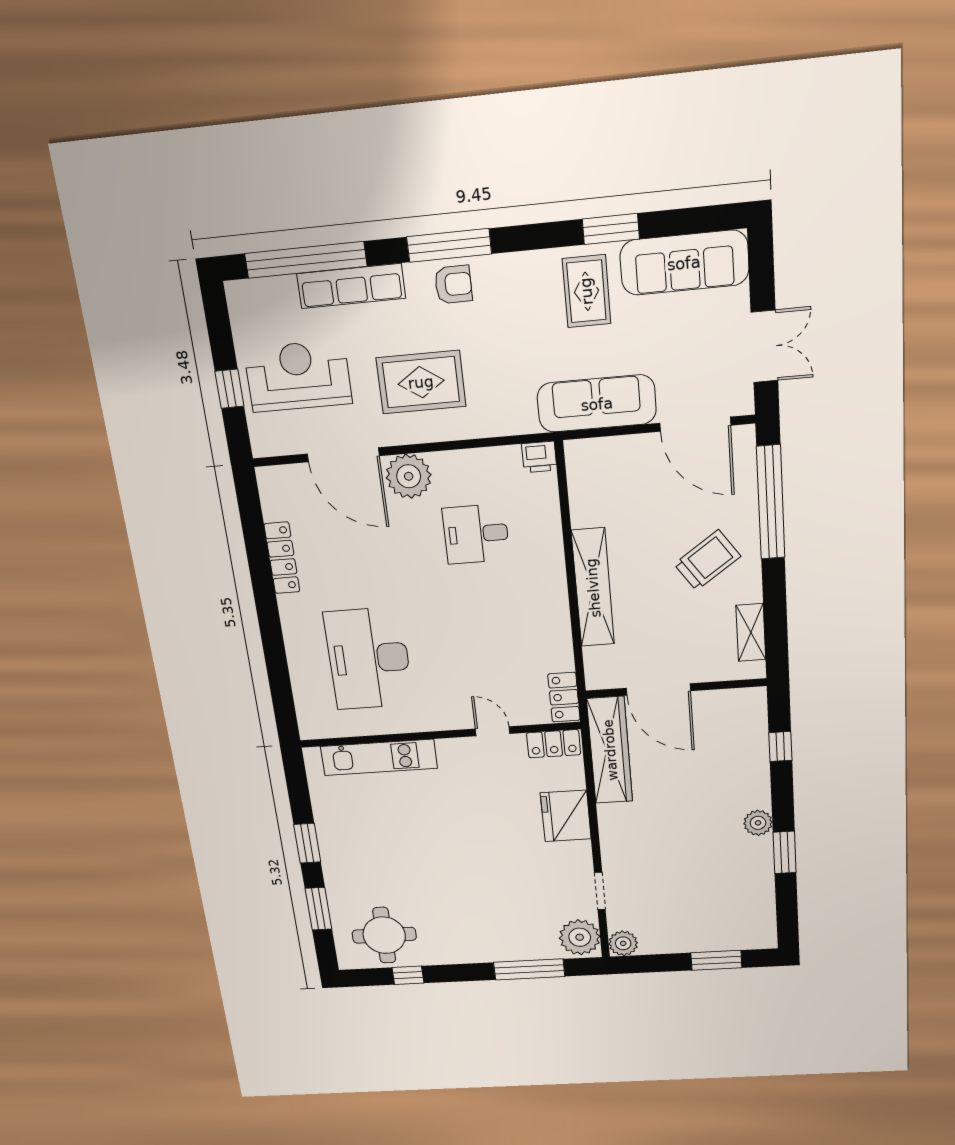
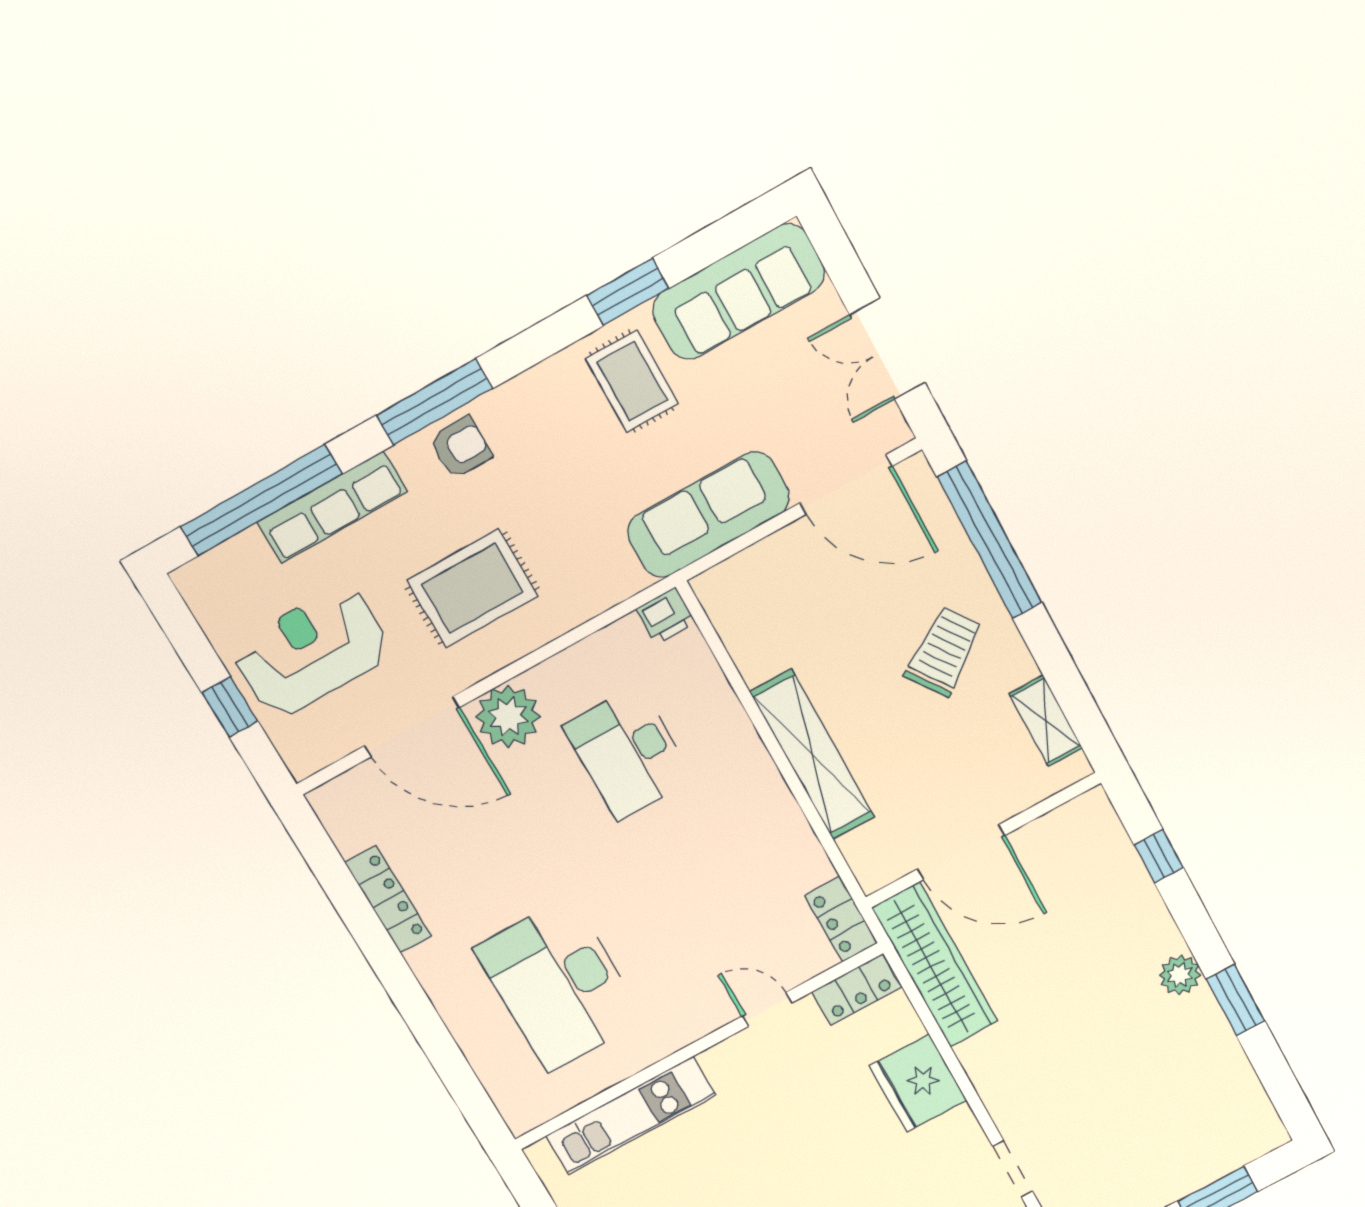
double door: (764, 346) -> (887, 349), swing flipped
desk: (476, 534) -> (628, 753), width x1.37

